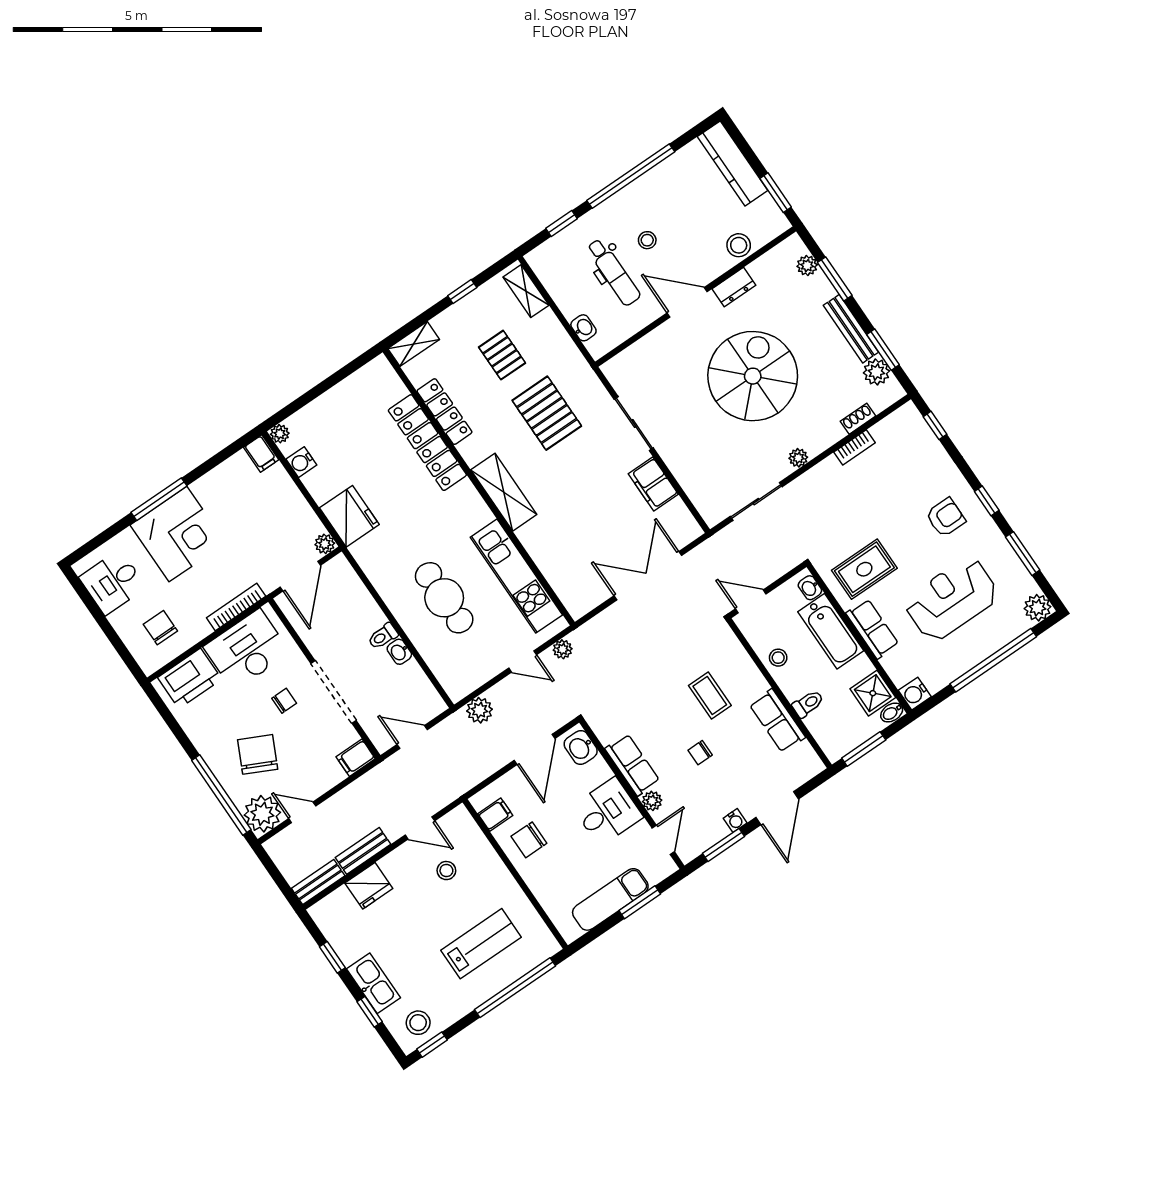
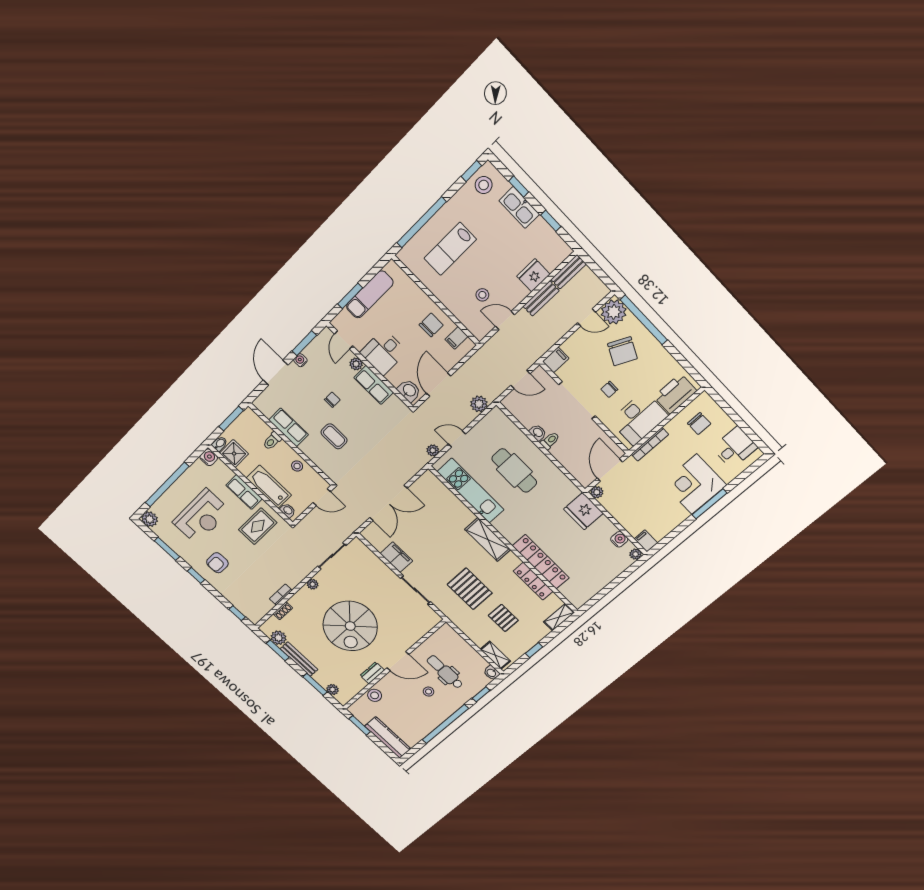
washbasin: (583, 328) -> (492, 673), moved

